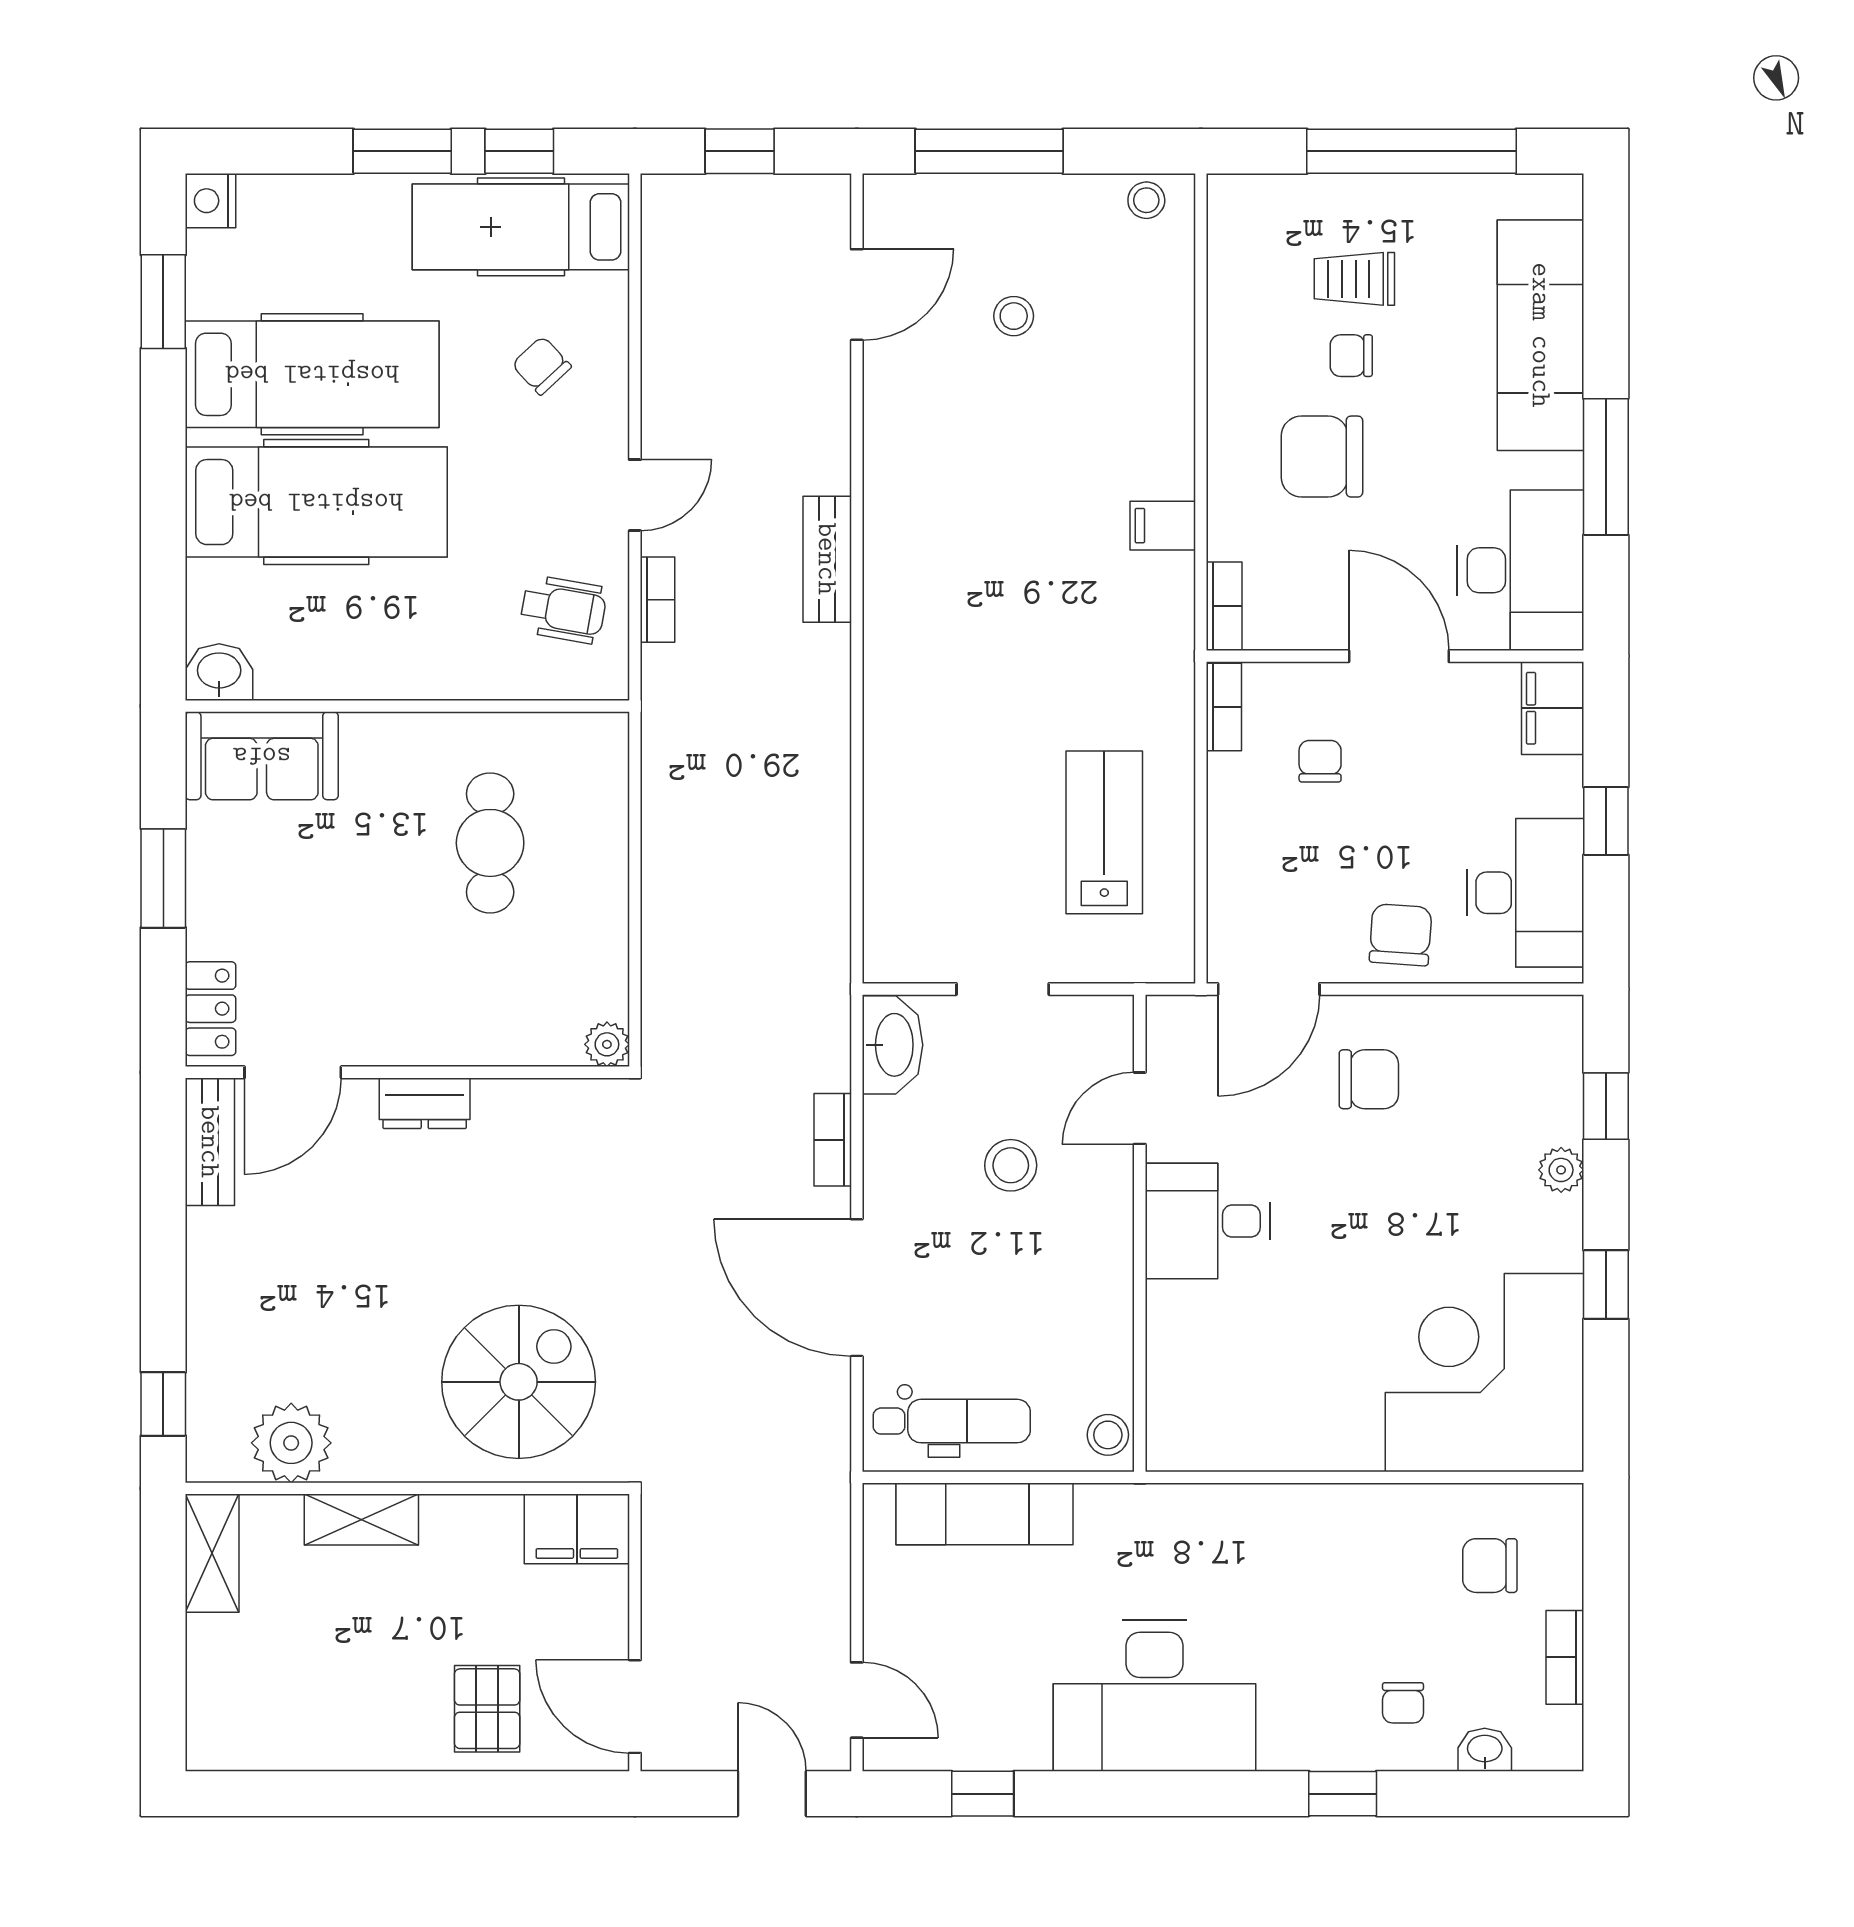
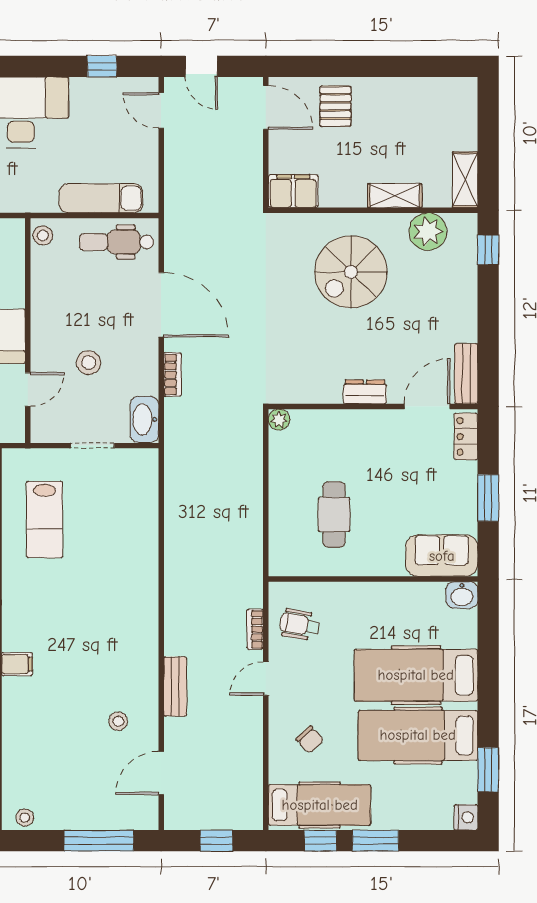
stool: (1014, 316) -> (118, 721), moved
bench: (827, 559) -> (175, 686), moved
spiral stairs: (519, 1382) -> (351, 272), moved

